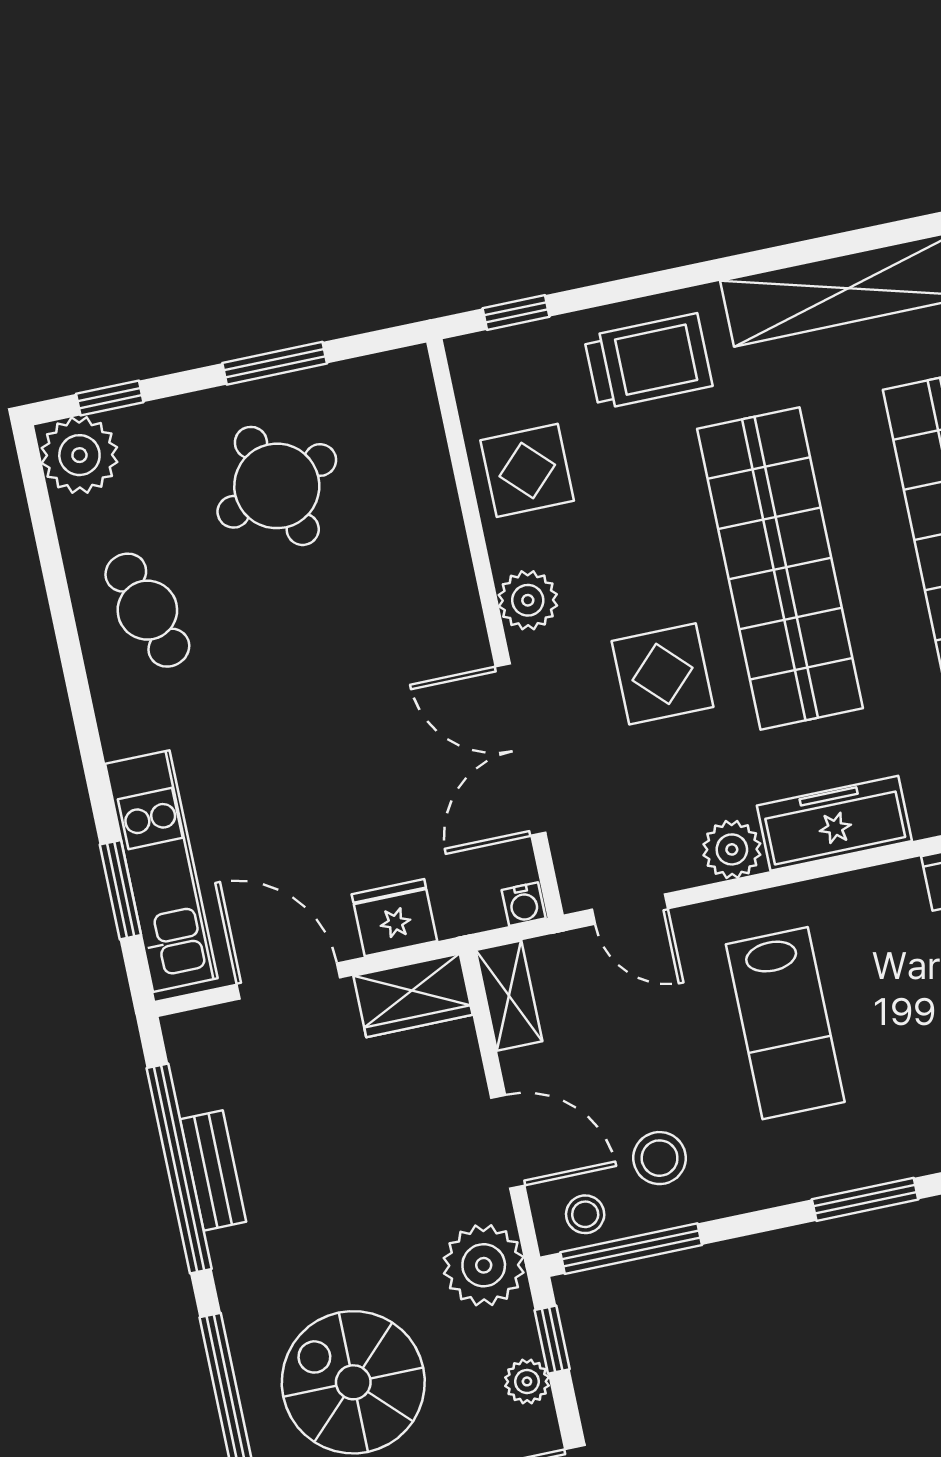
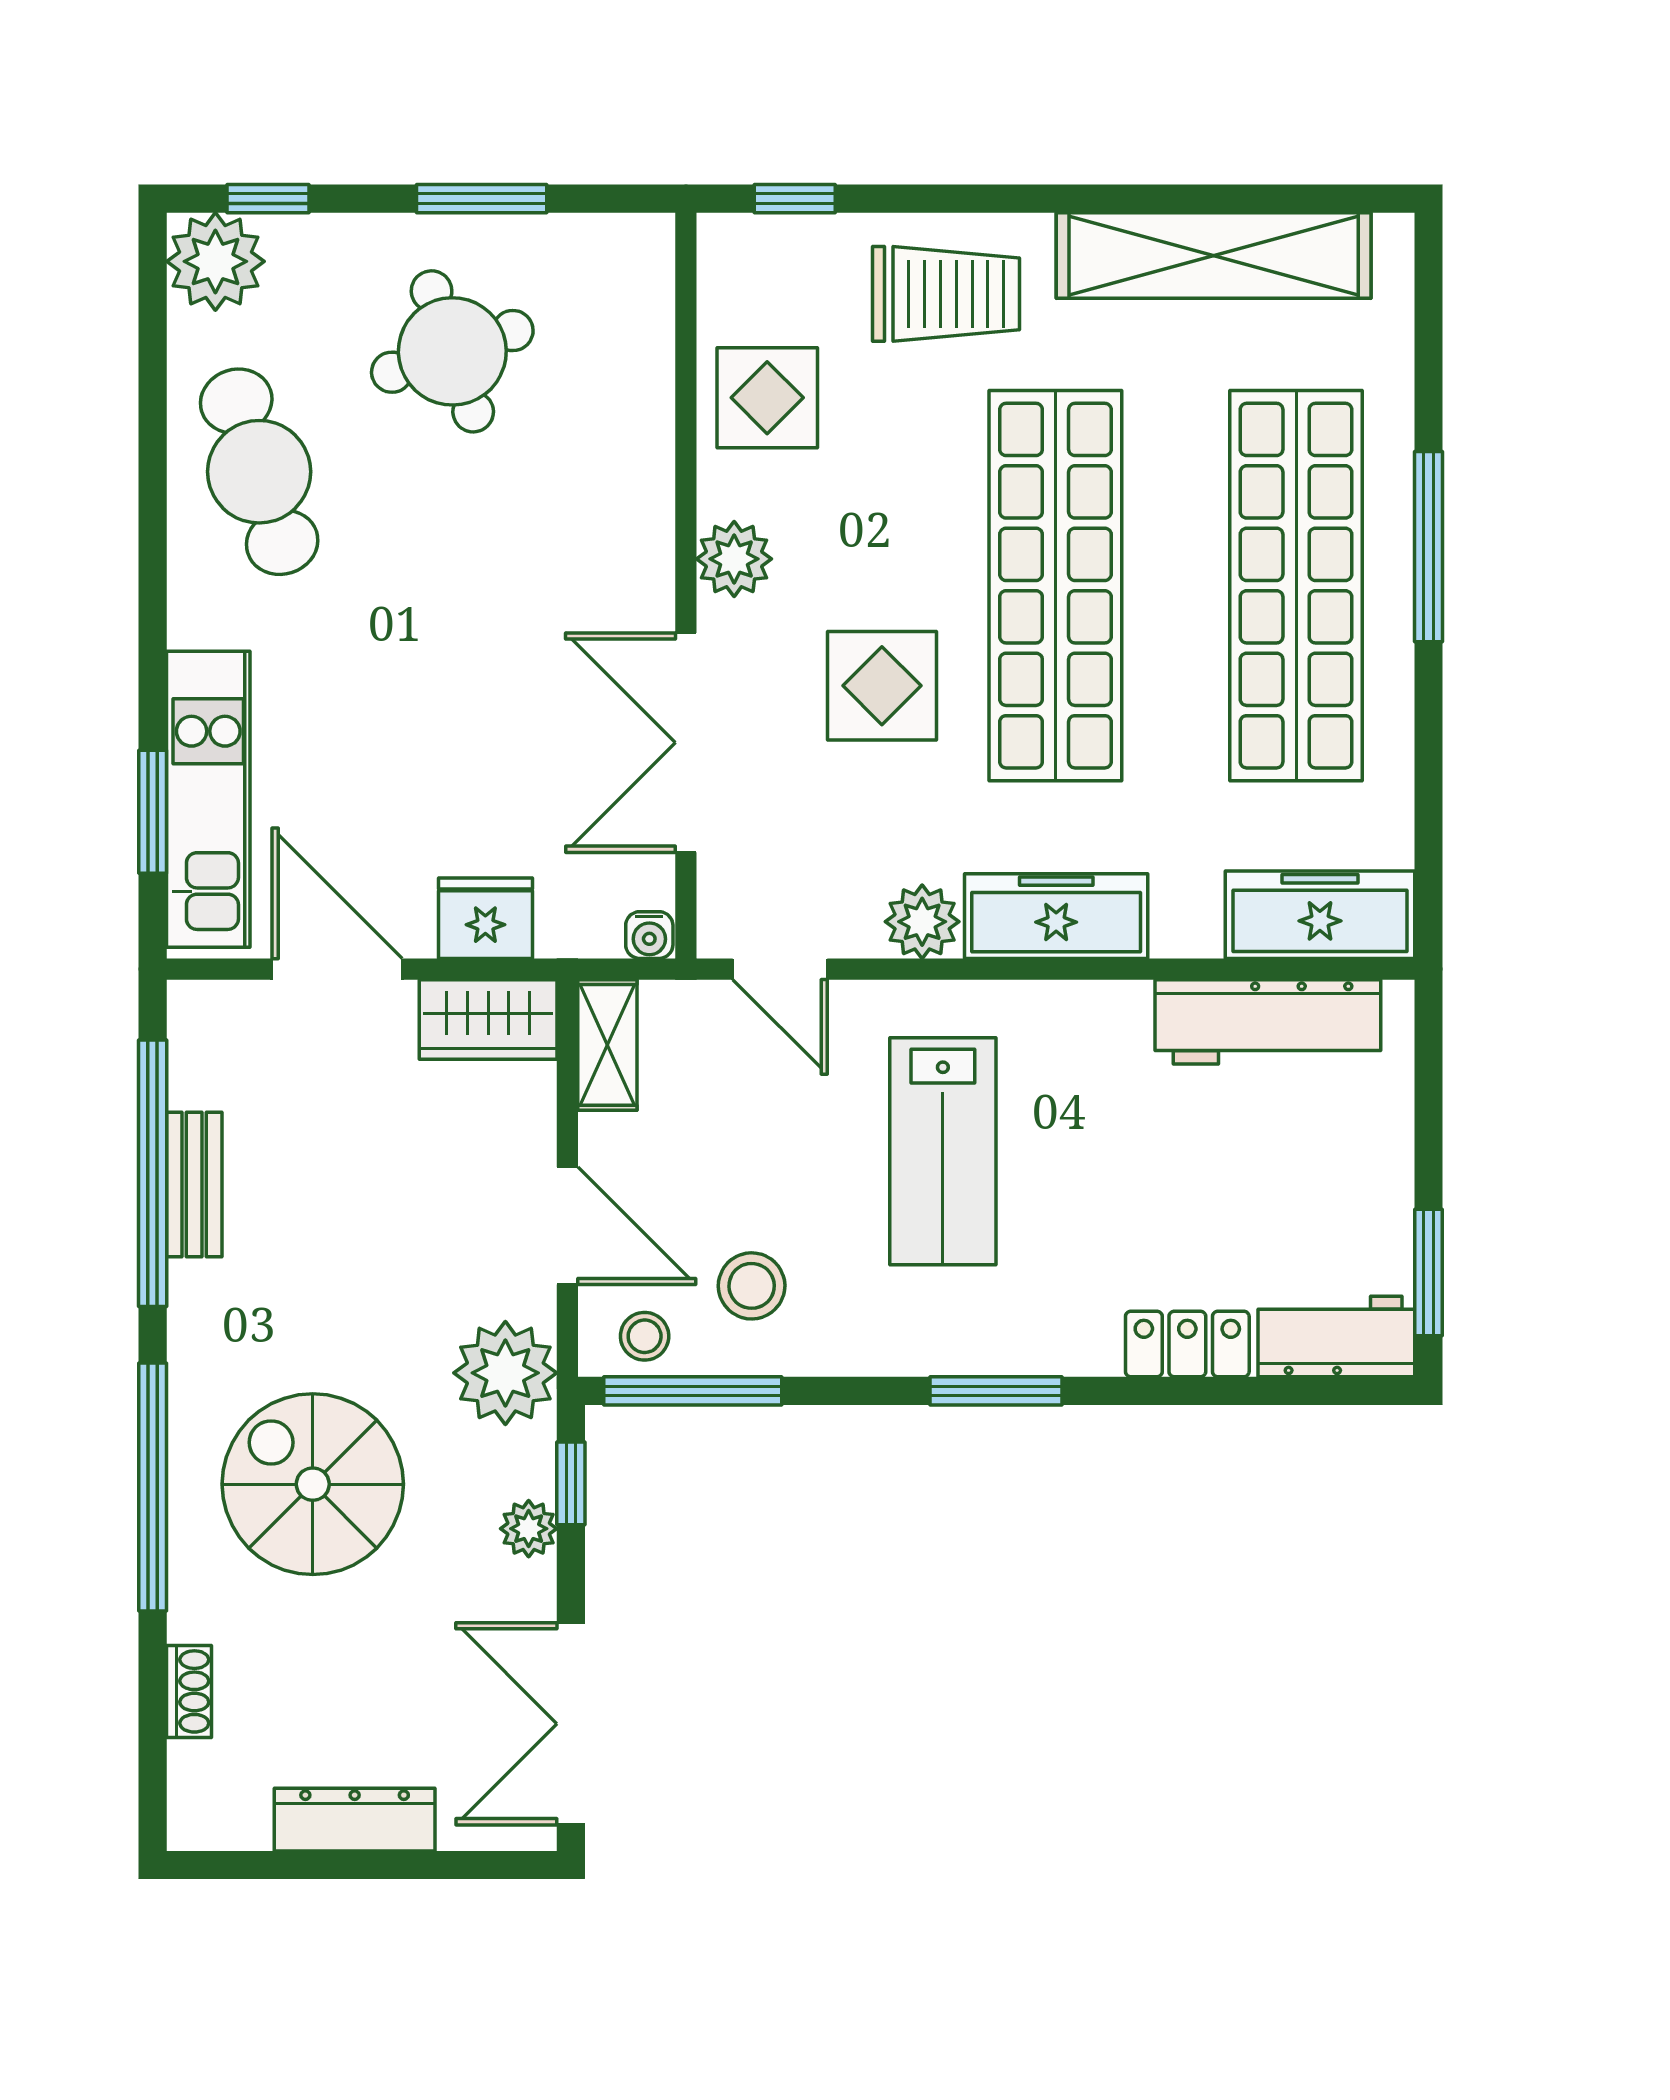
cafe table: (147, 610) -> (259, 472), width x1.37, depth x1.35

